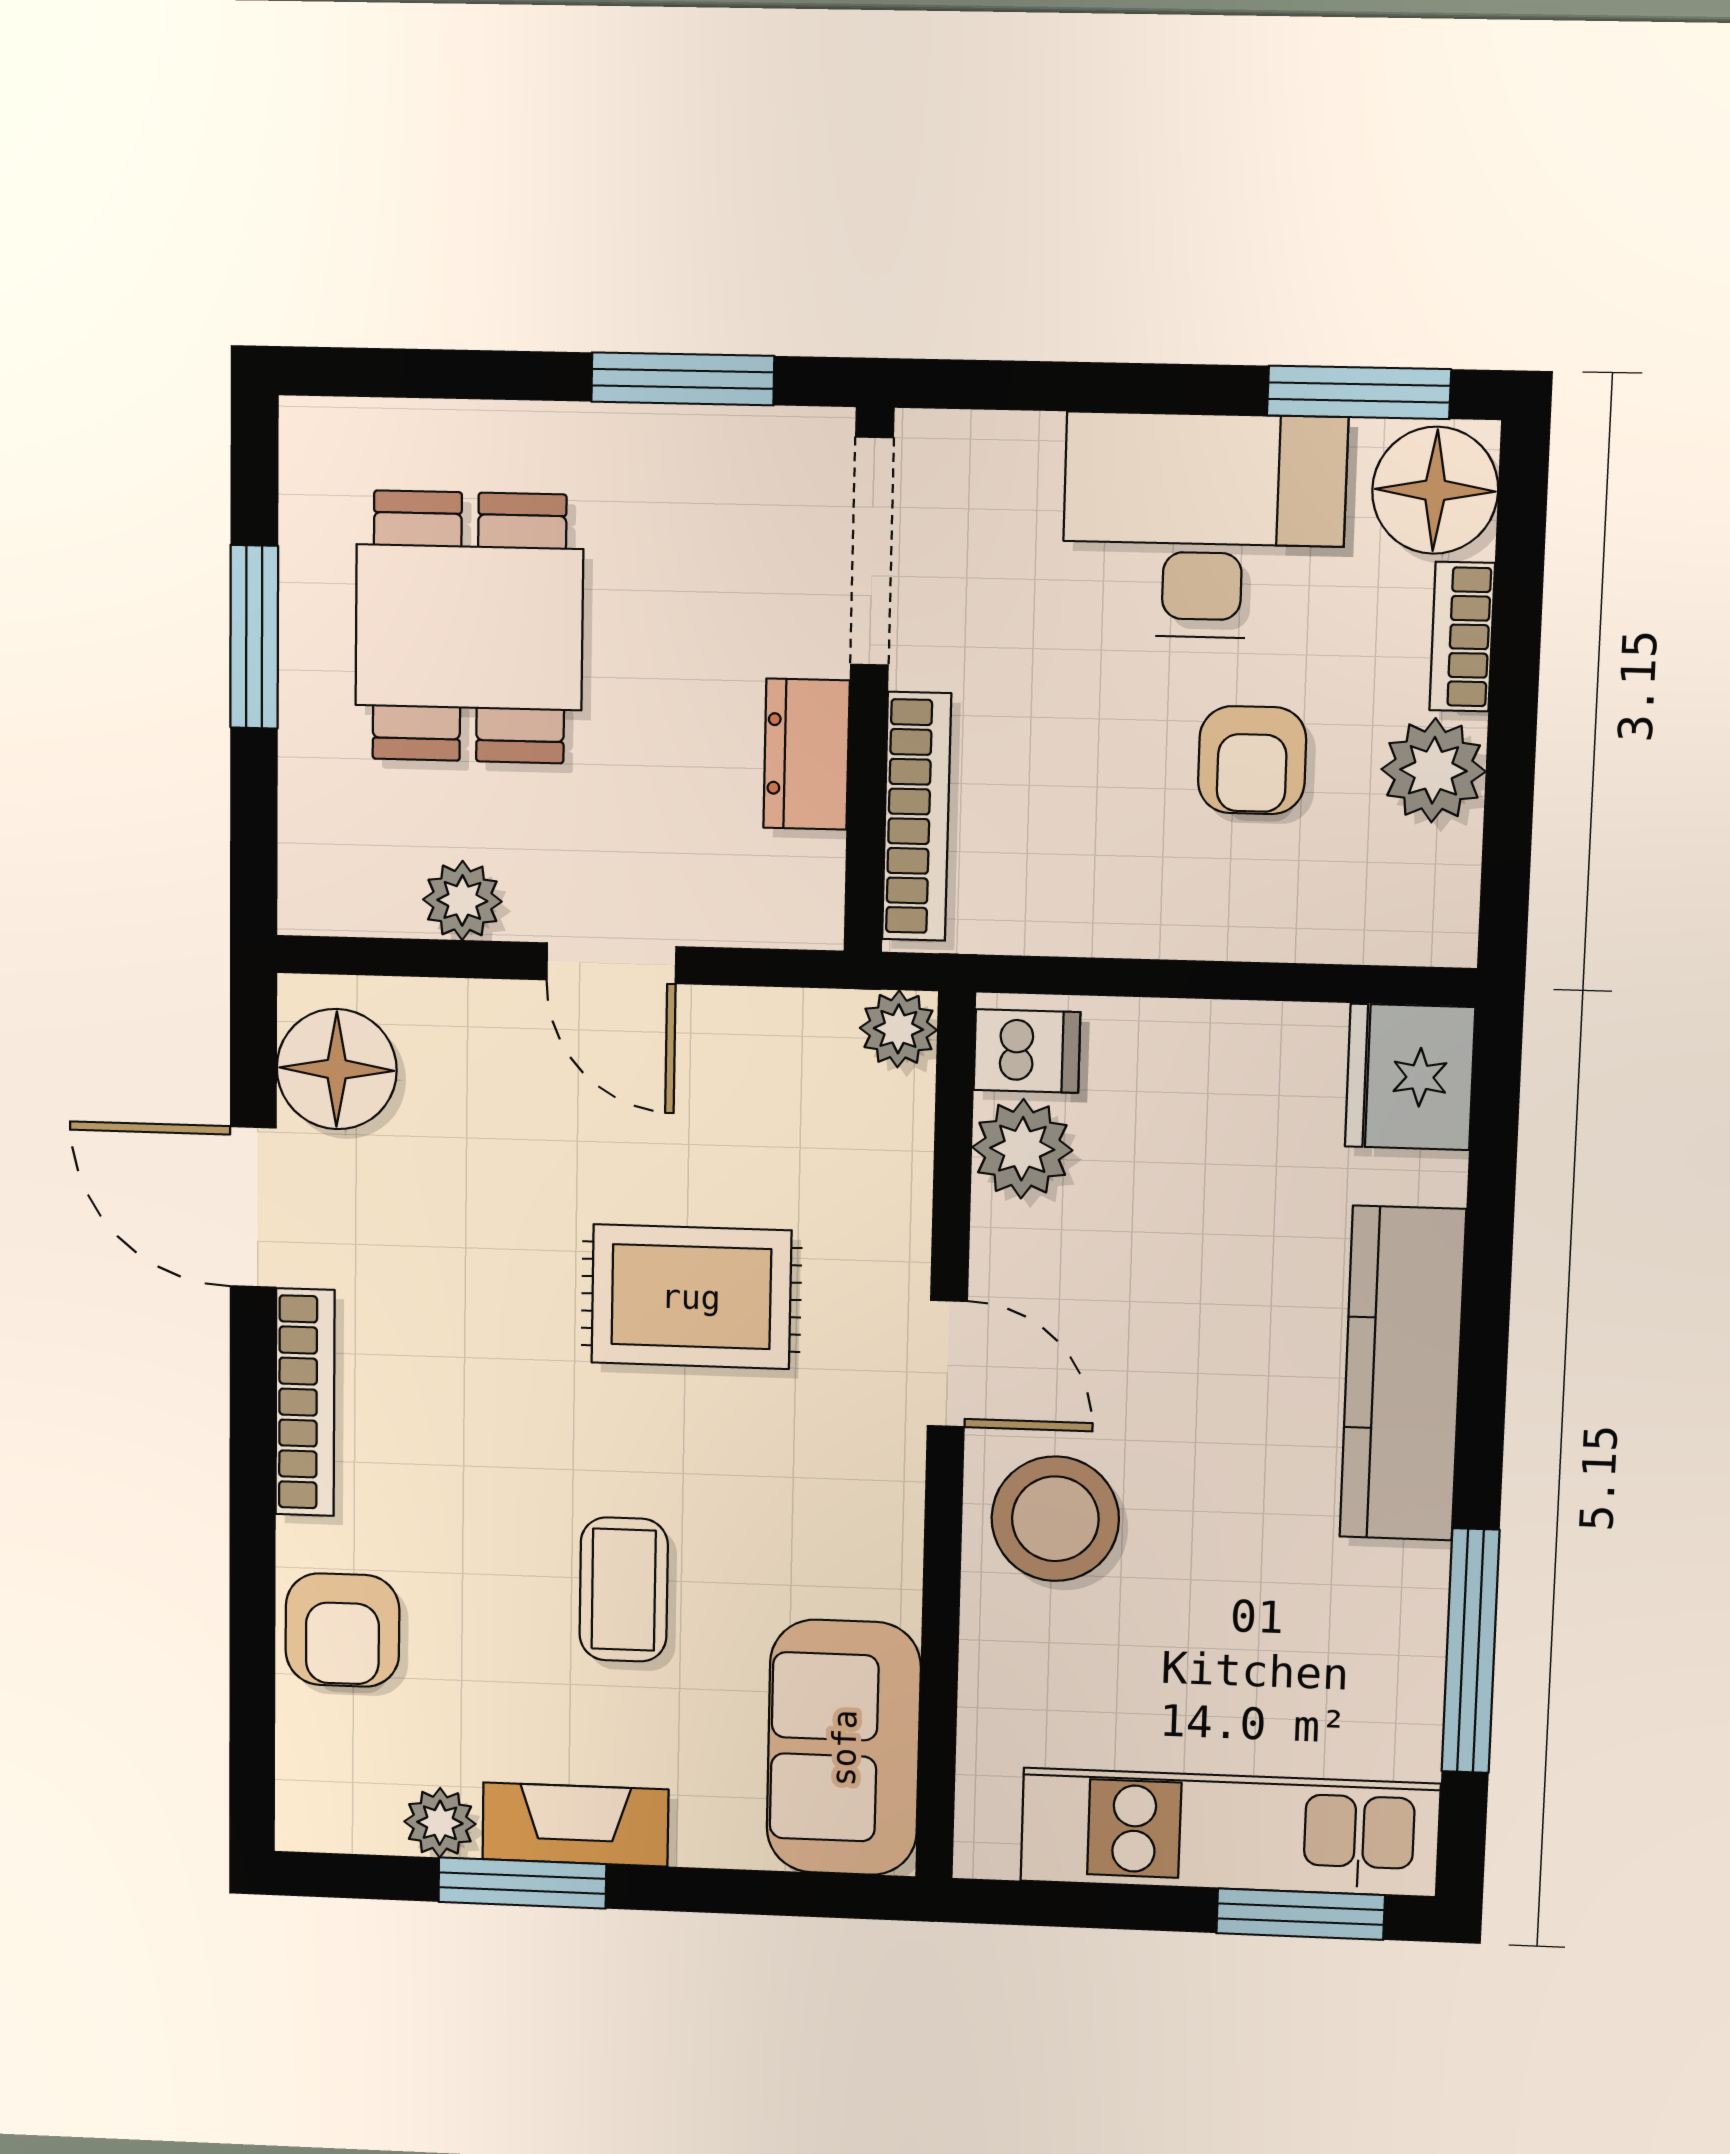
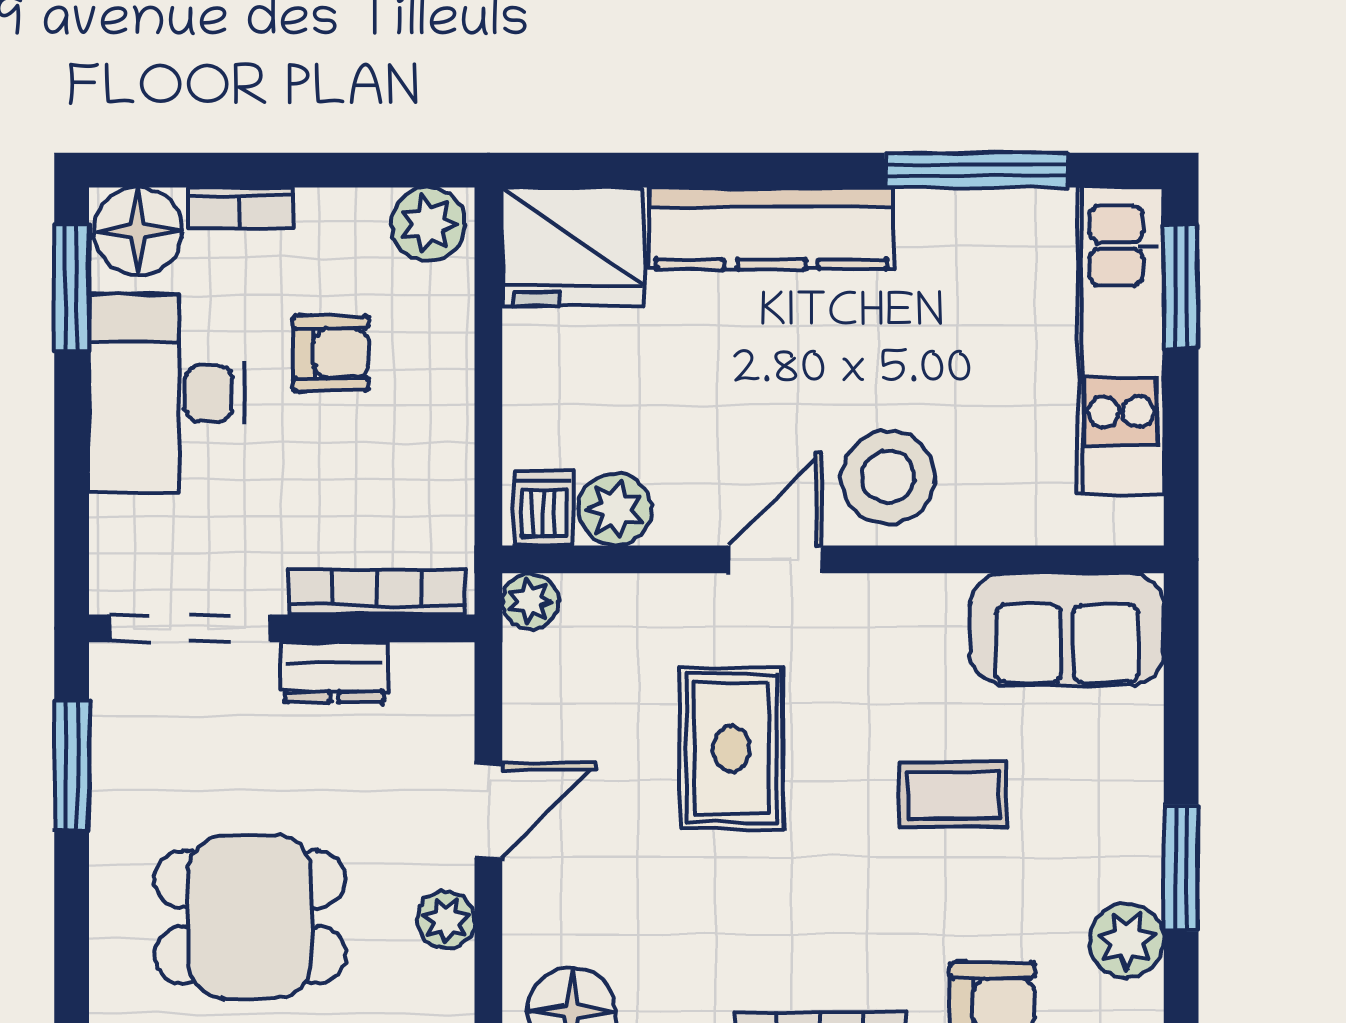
plant: (1433, 770) -> (428, 224), moved
fridge: (1410, 1077) -> (573, 247), width x1.36, depth x1.34
plant: (440, 1823) -> (1127, 941), width x1.38, depth x1.38
fireplace: (575, 1824) -> (1134, 829), removed

